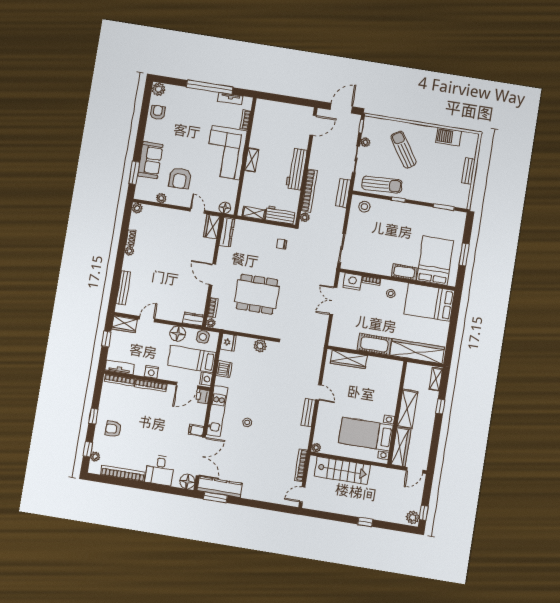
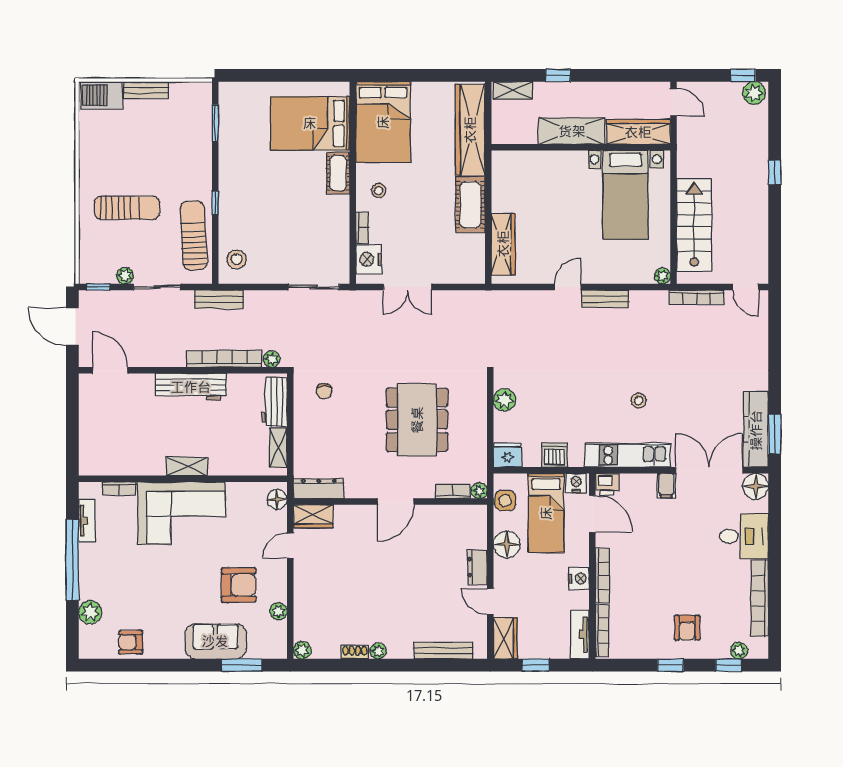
plant: (159, 89) -> (90, 612), moved
barbecue: (449, 137) -> (101, 95), moved, turned 90
sun lounger: (403, 150) -> (127, 208), turned -147
window: (464, 254) -> (291, 75), removed
dresser: (193, 319) -> (477, 567), moved

